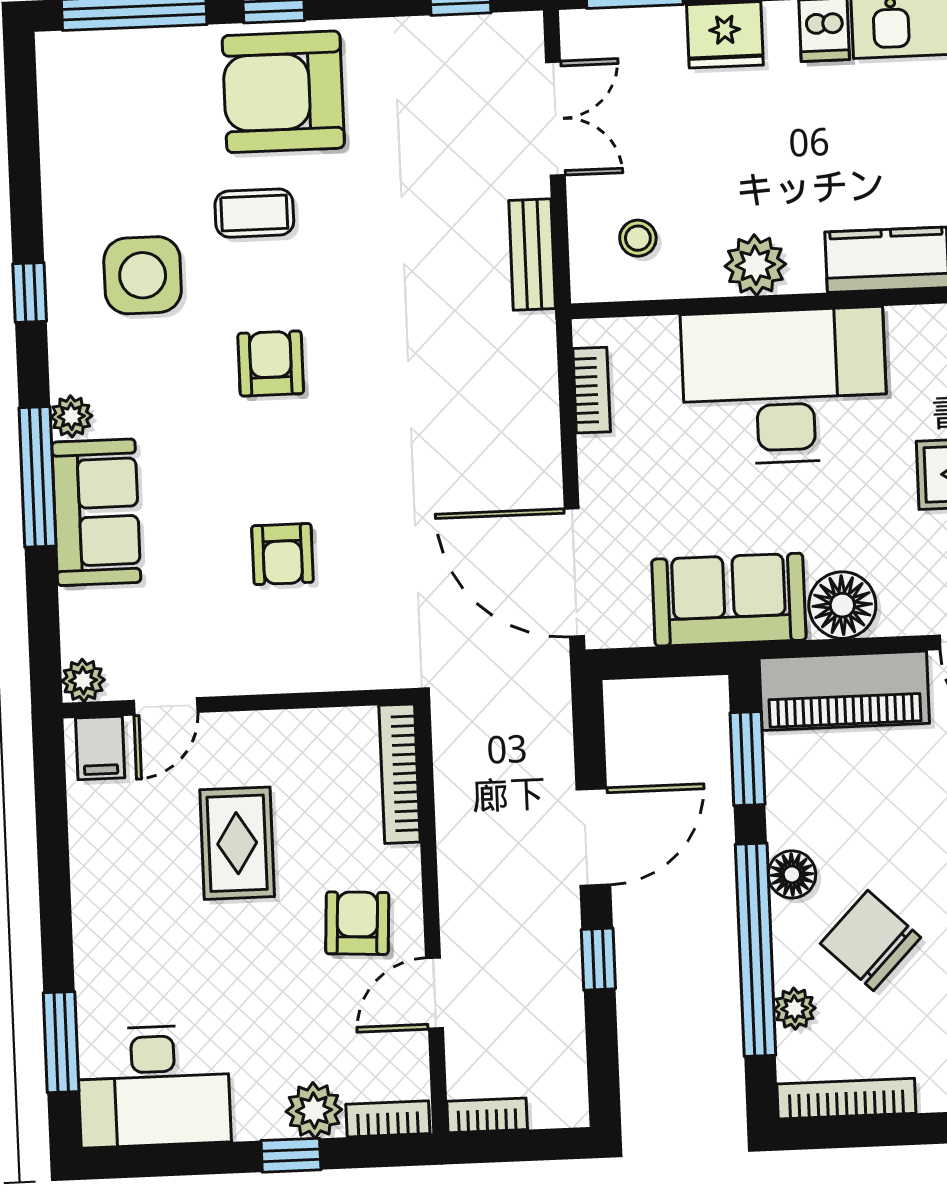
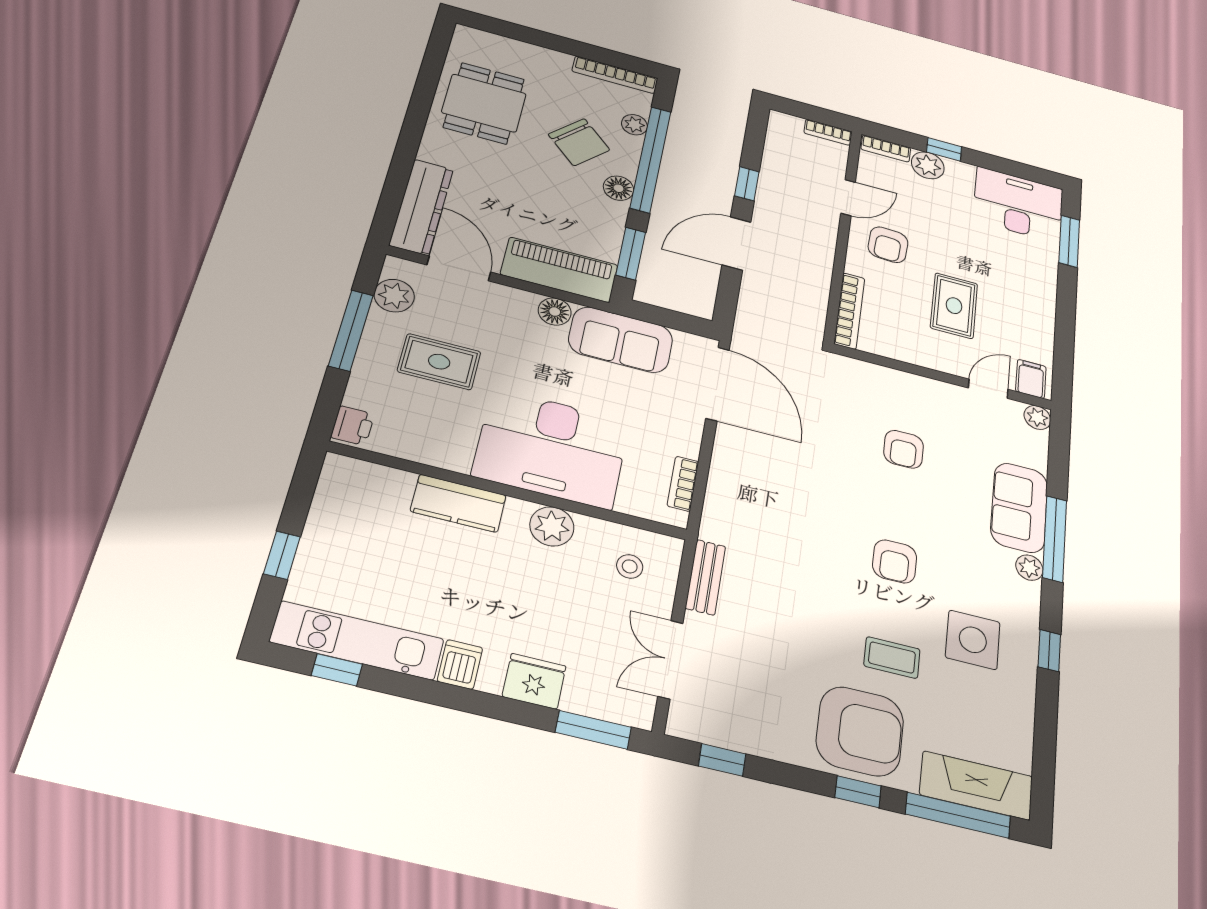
fireplace: (114, 61) -> (976, 785), added
armchair: (282, 554) -> (904, 449), turned 180
floor lamp: (842, 605) -> (555, 312), width x0.73, depth x0.73

